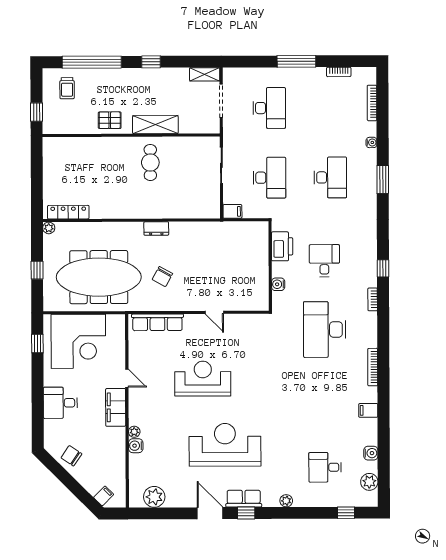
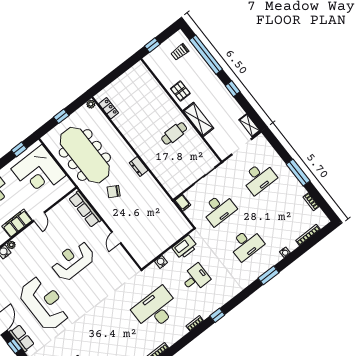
locker: (68, 212) -> (109, 108), width x0.66
reception desk: (203, 379) -> (73, 261), turned -90

